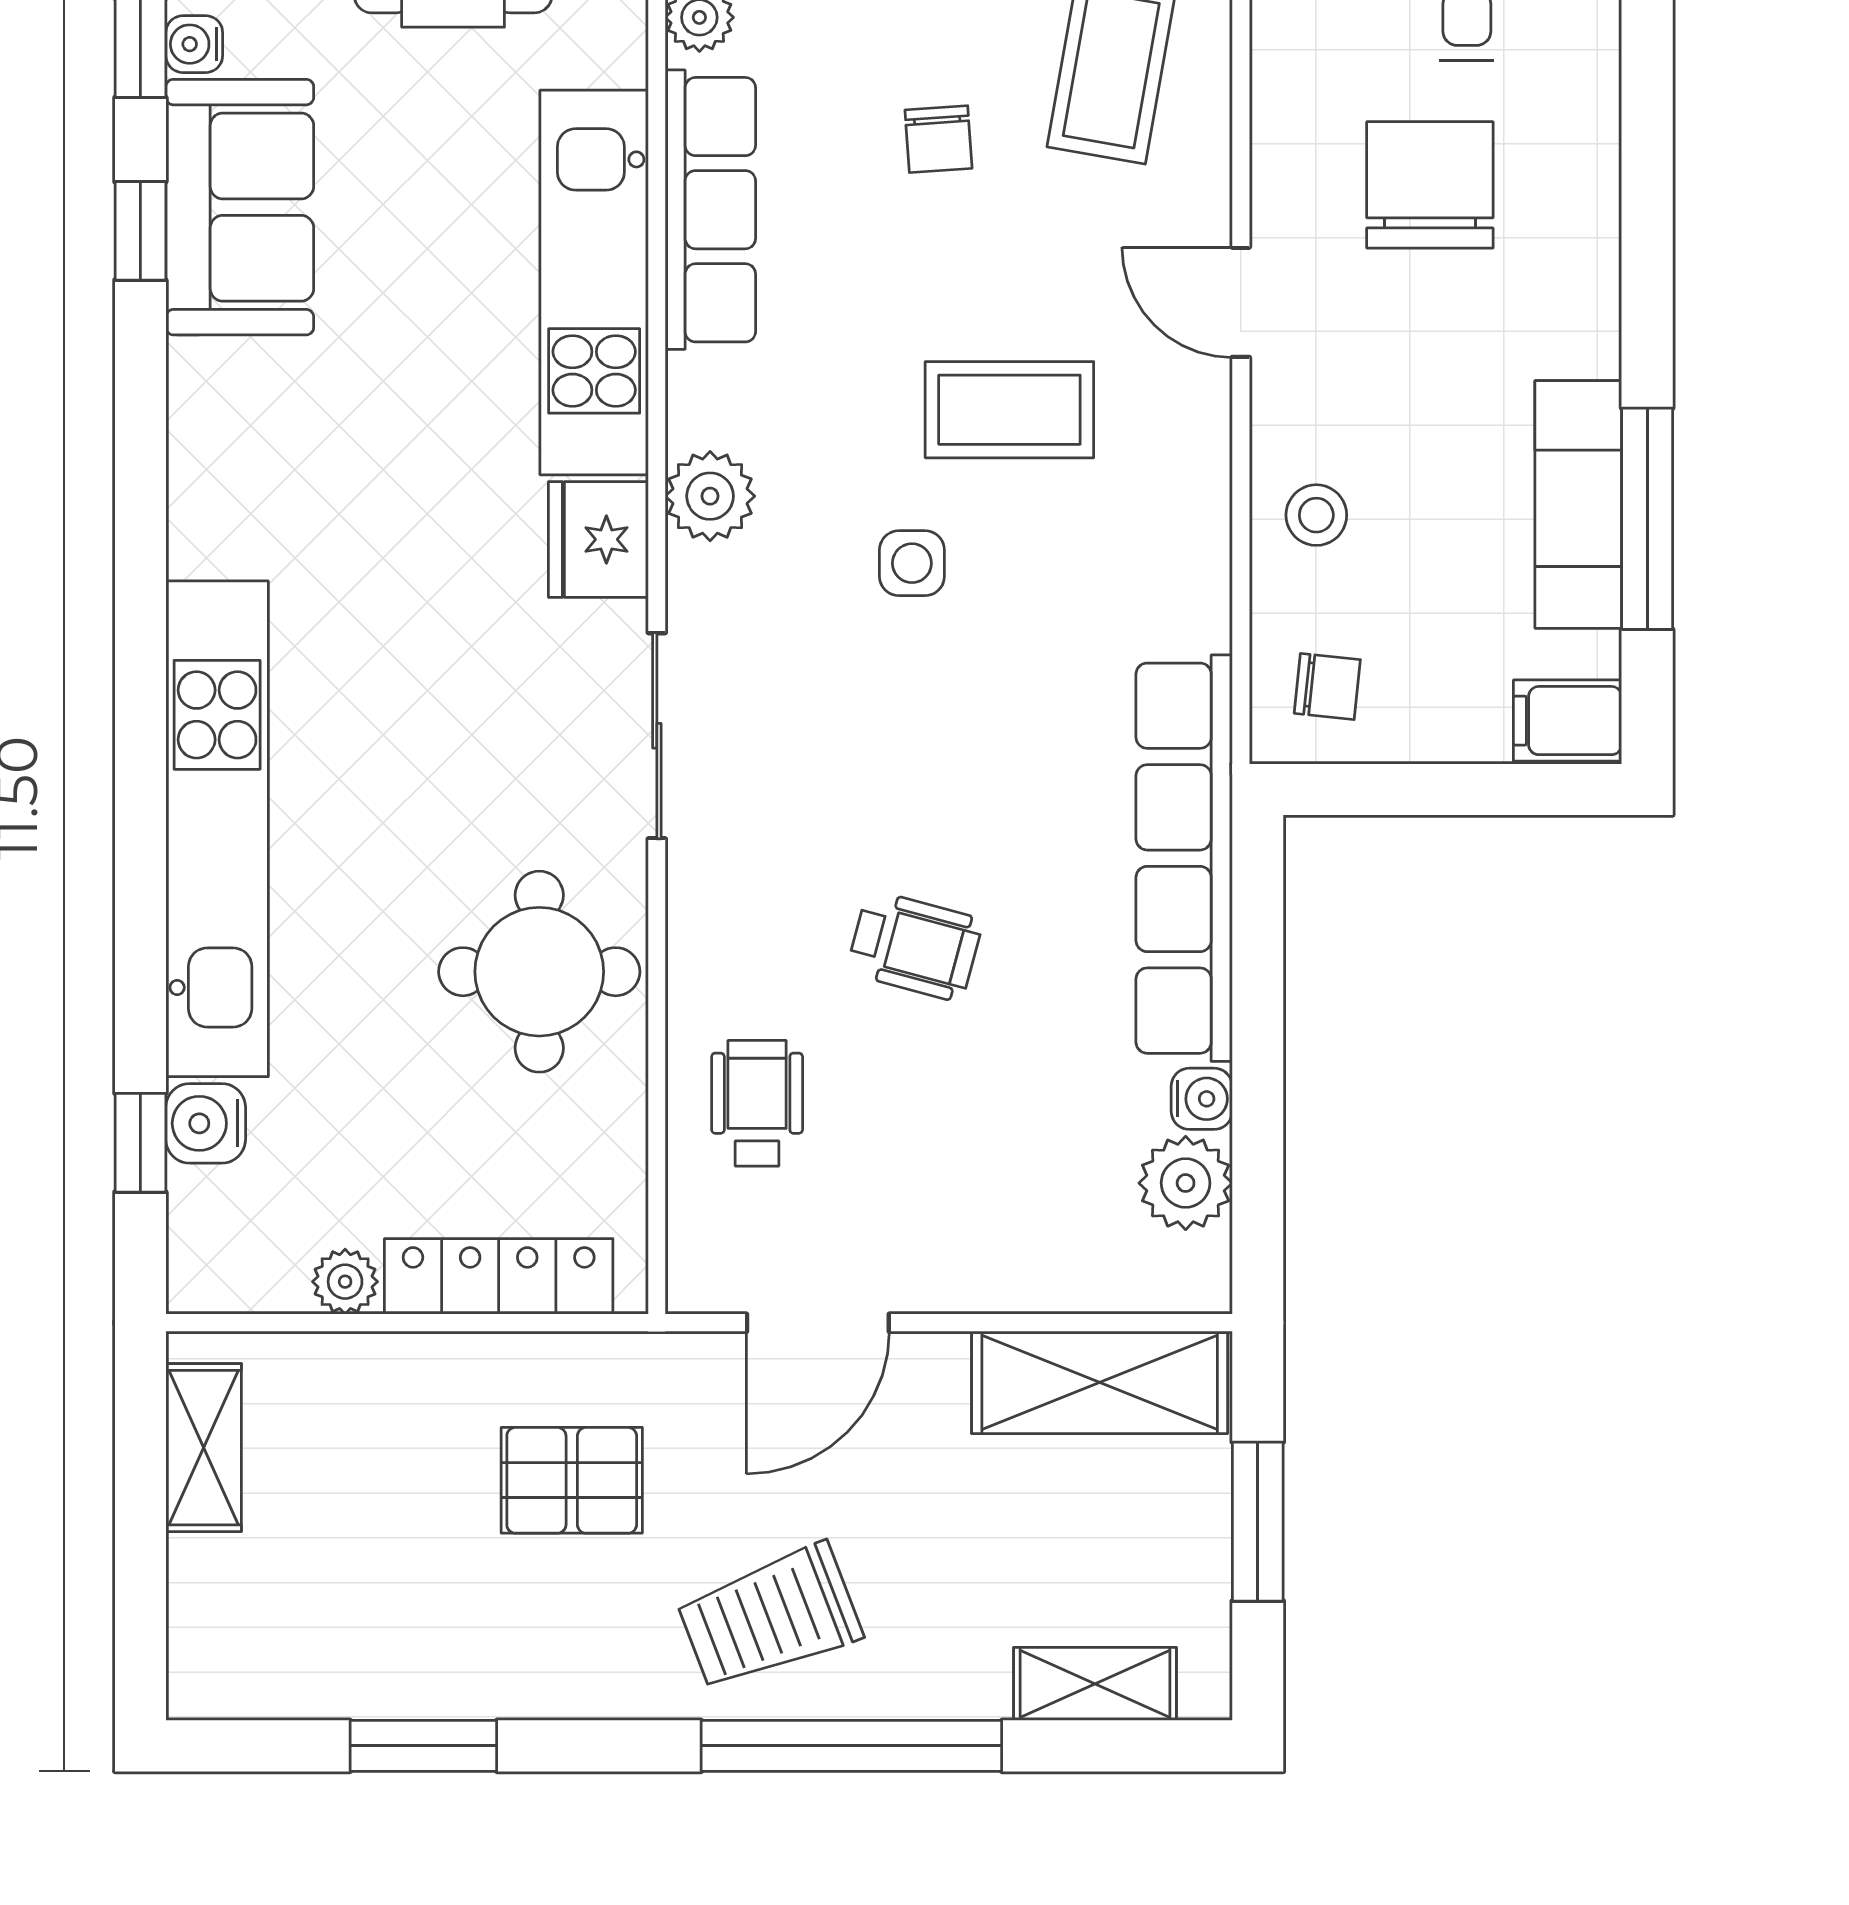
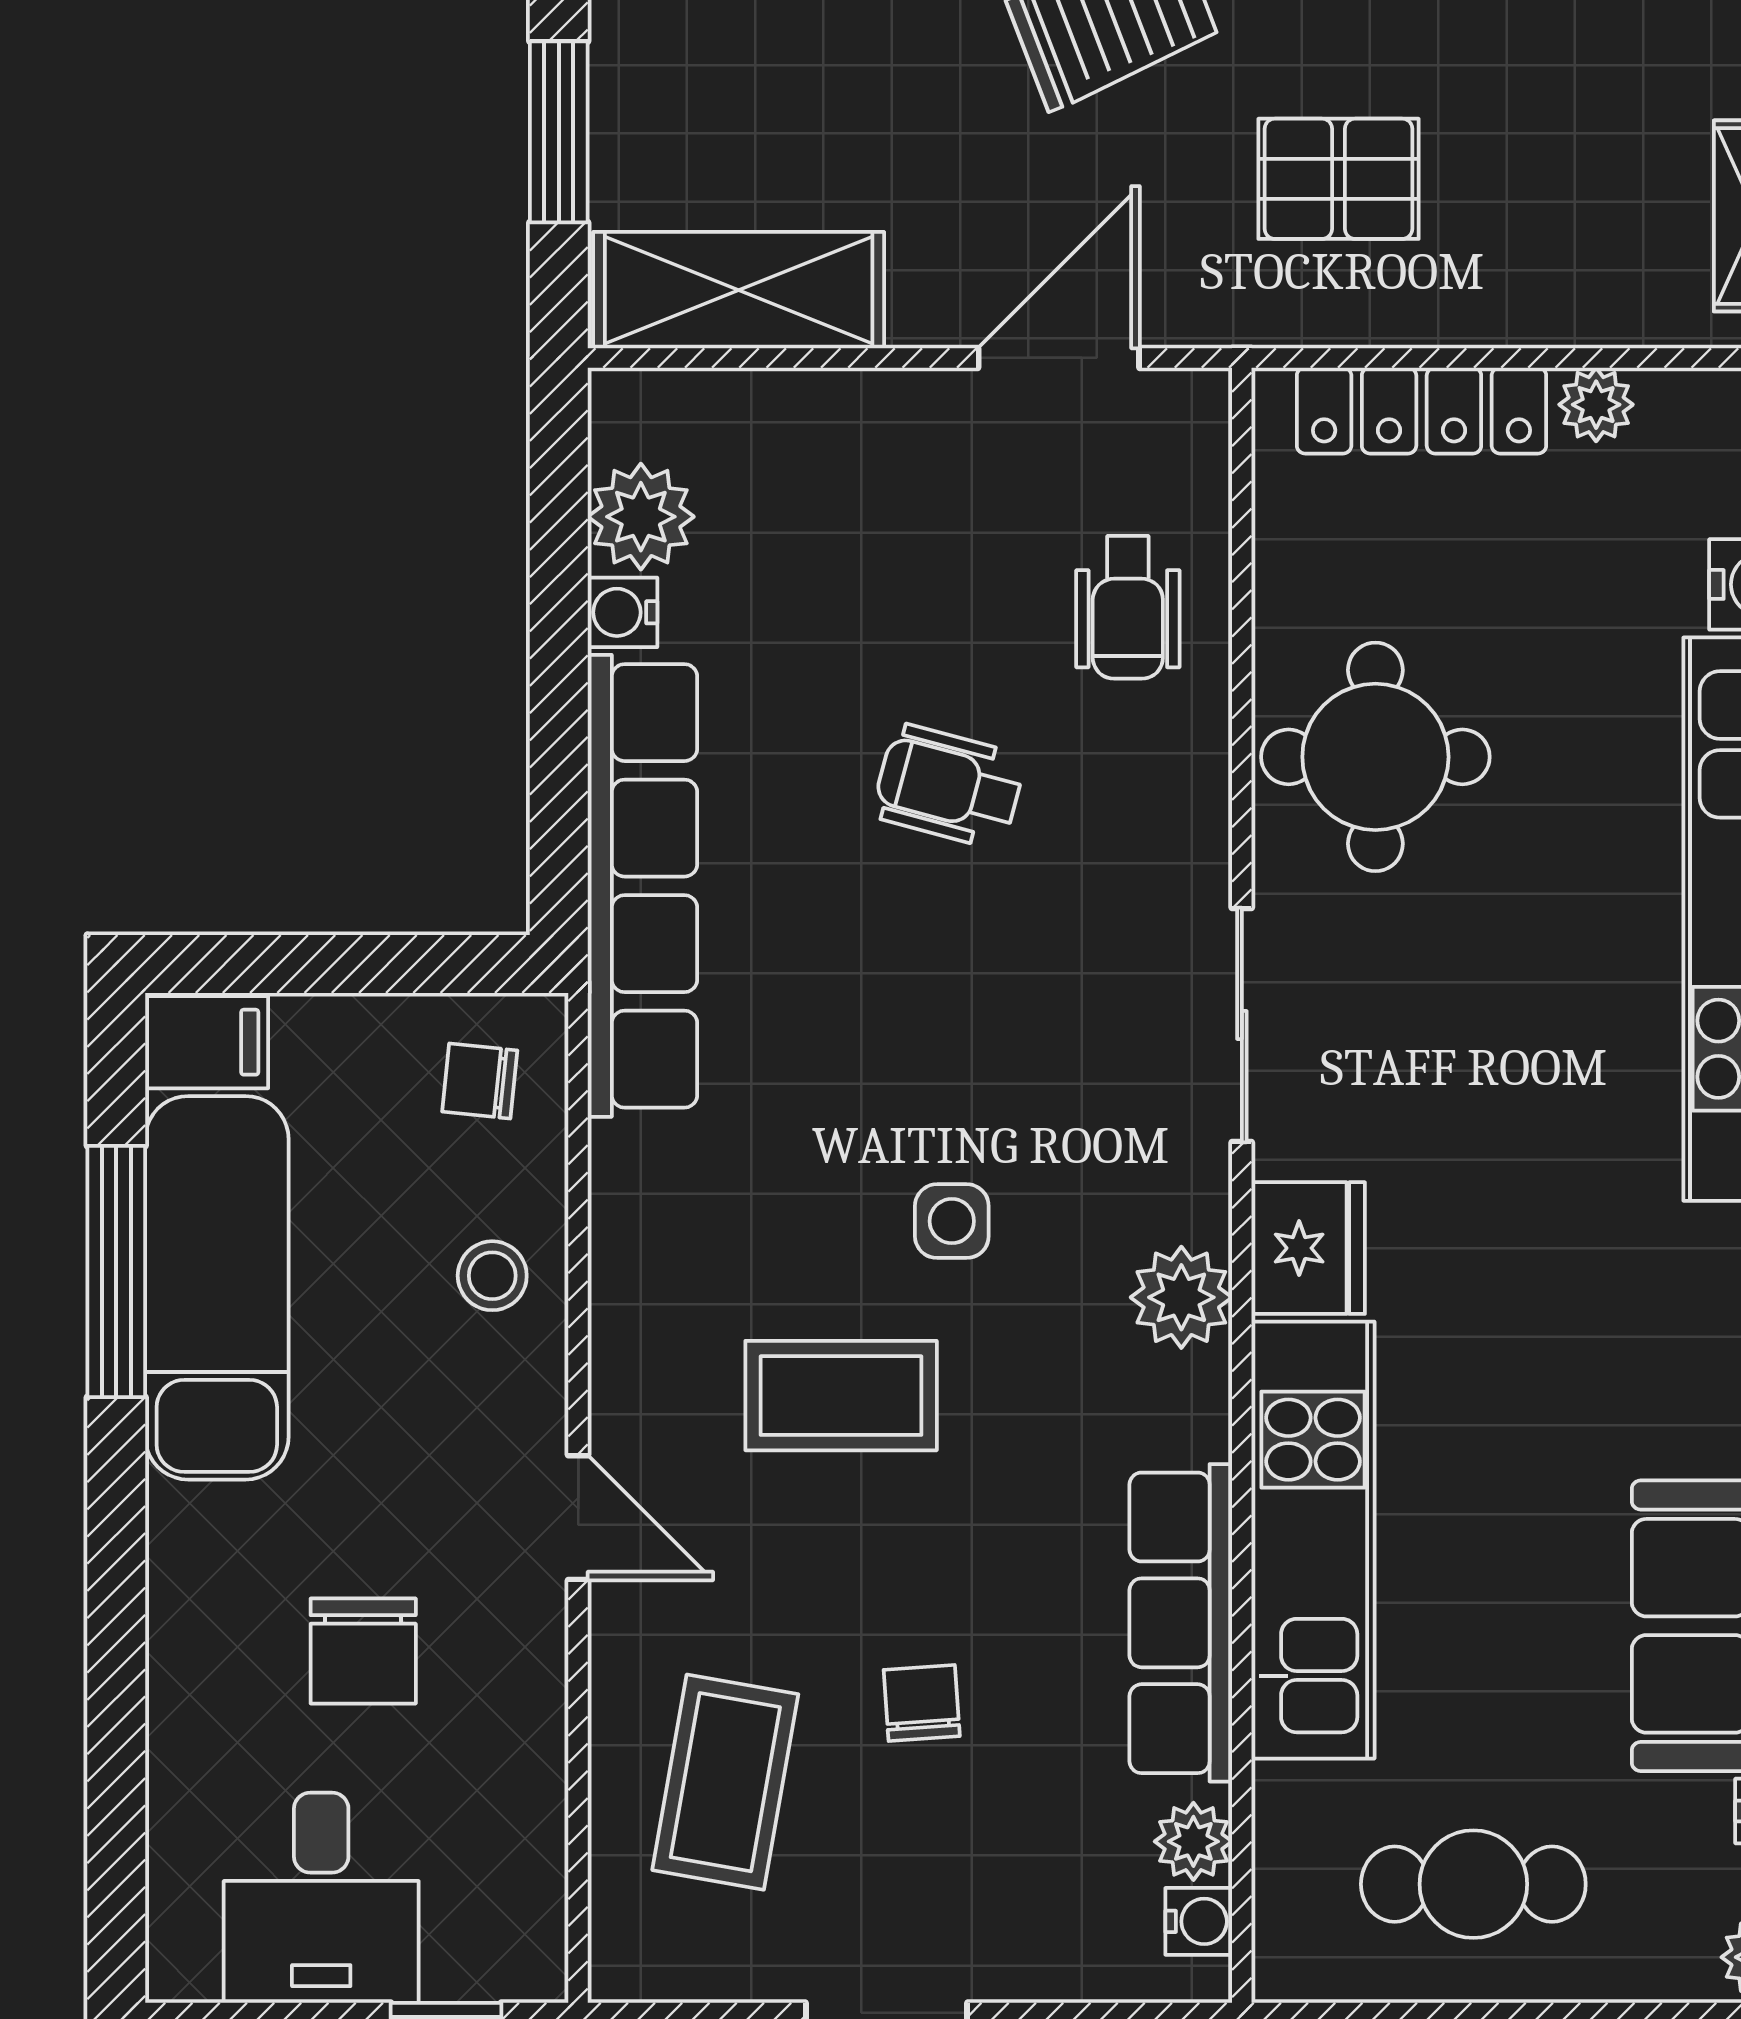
chair: (1430, 185) -> (363, 1651), width x0.73, depth x0.73
exam couch: (1578, 504) -> (217, 1288), width x1.36, depth x1.45

